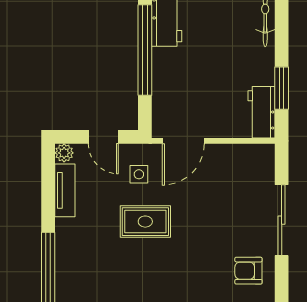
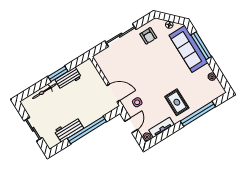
window: (282, 88) -> (58, 74), moved
workbench: (261, 112) -> (68, 78), moved
rug: (145, 222) -> (177, 102), moved

